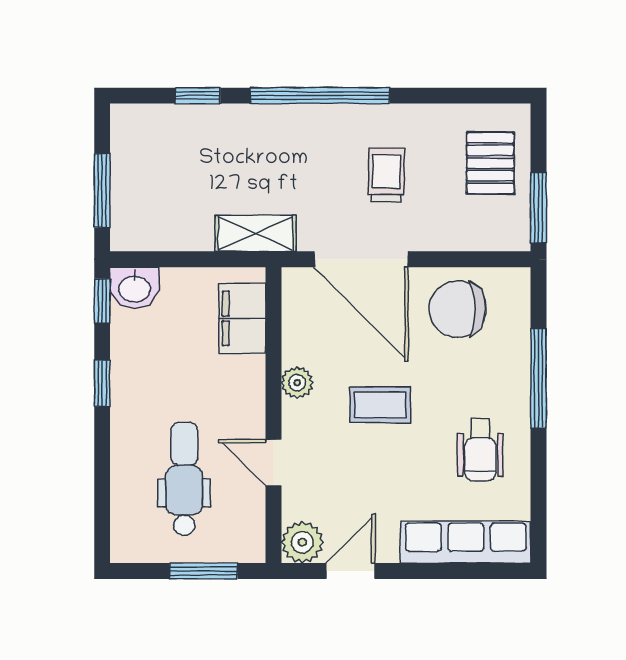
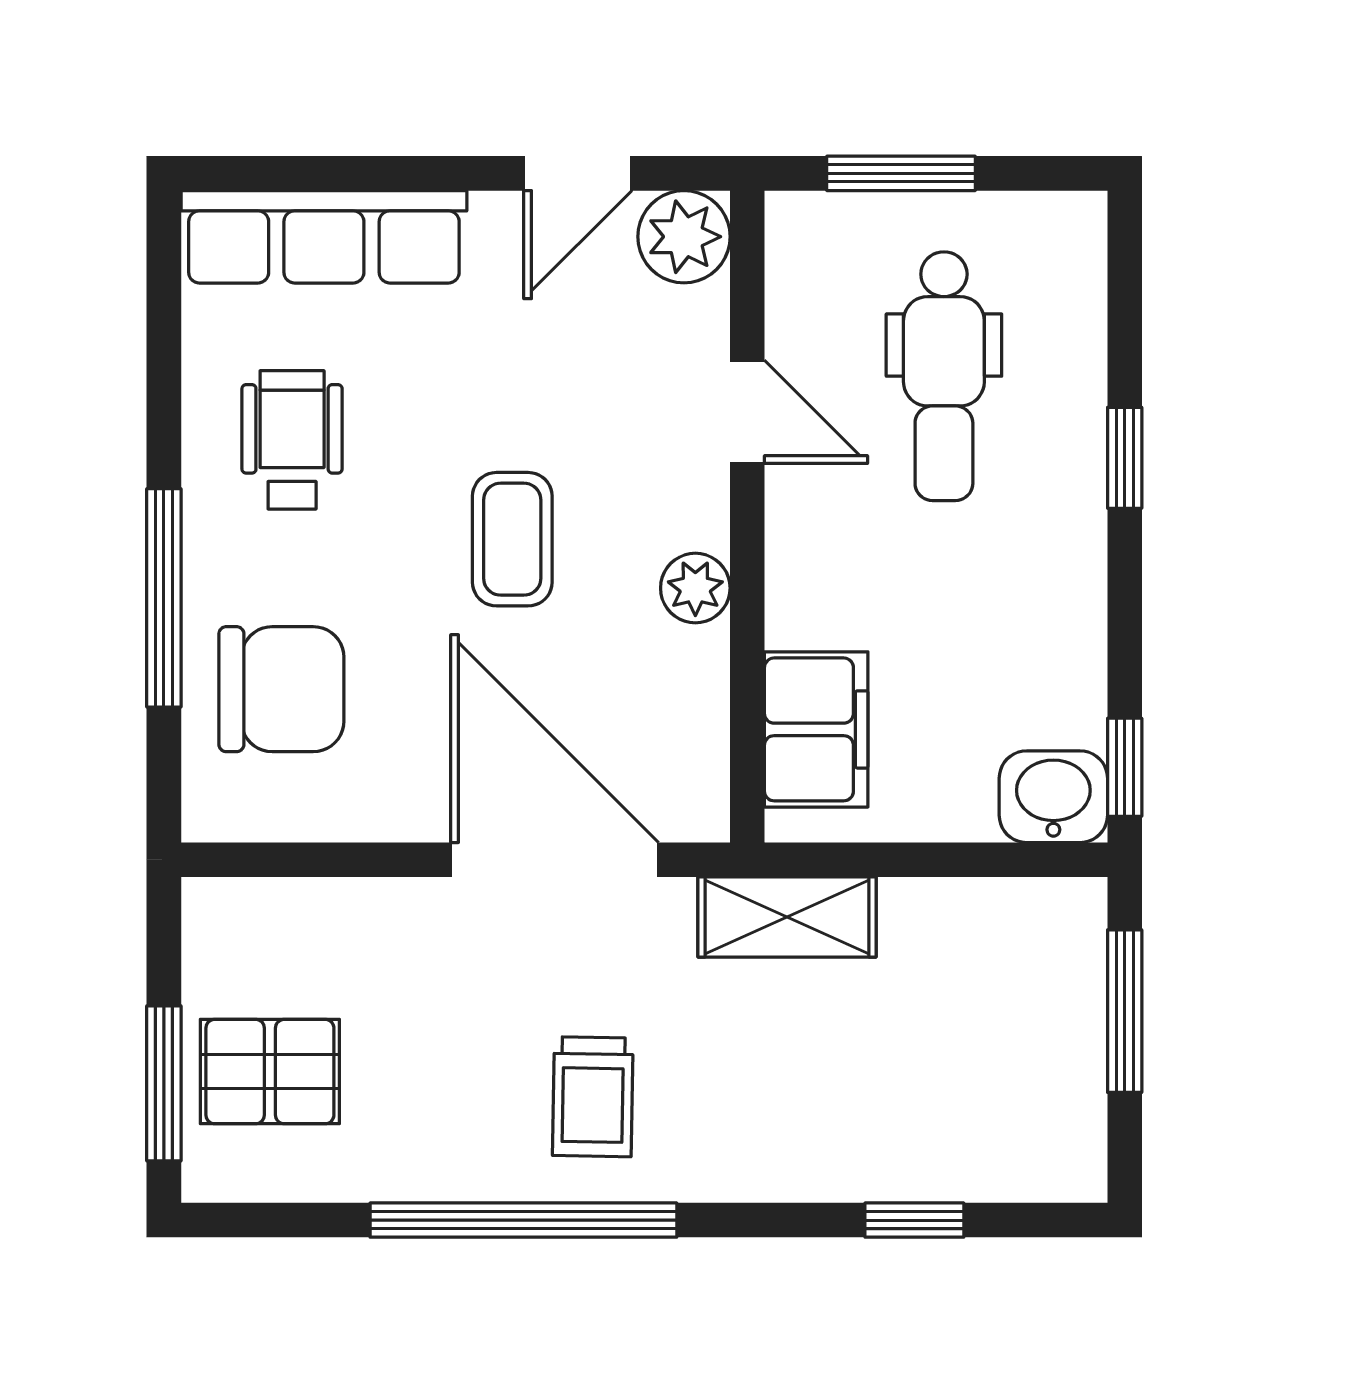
window: (320, 96) -> (523, 1220), moved
pallet: (490, 163) -> (270, 1072), turned 90
trolley: (386, 175) -> (593, 1097), moved
window: (539, 208) -> (164, 1083), moved
chair: (458, 309) -> (281, 689), moved
window: (102, 383) -> (1125, 458), moved
coffee table: (380, 405) -> (512, 539), turned 90

